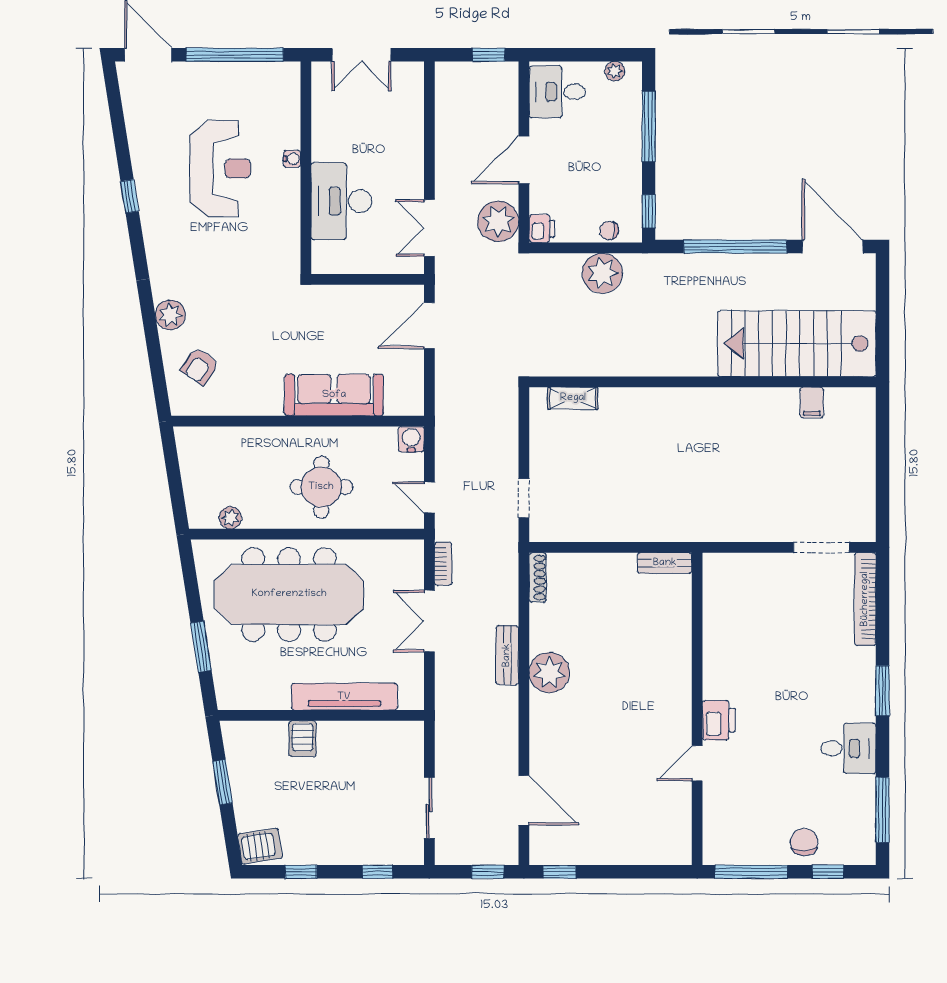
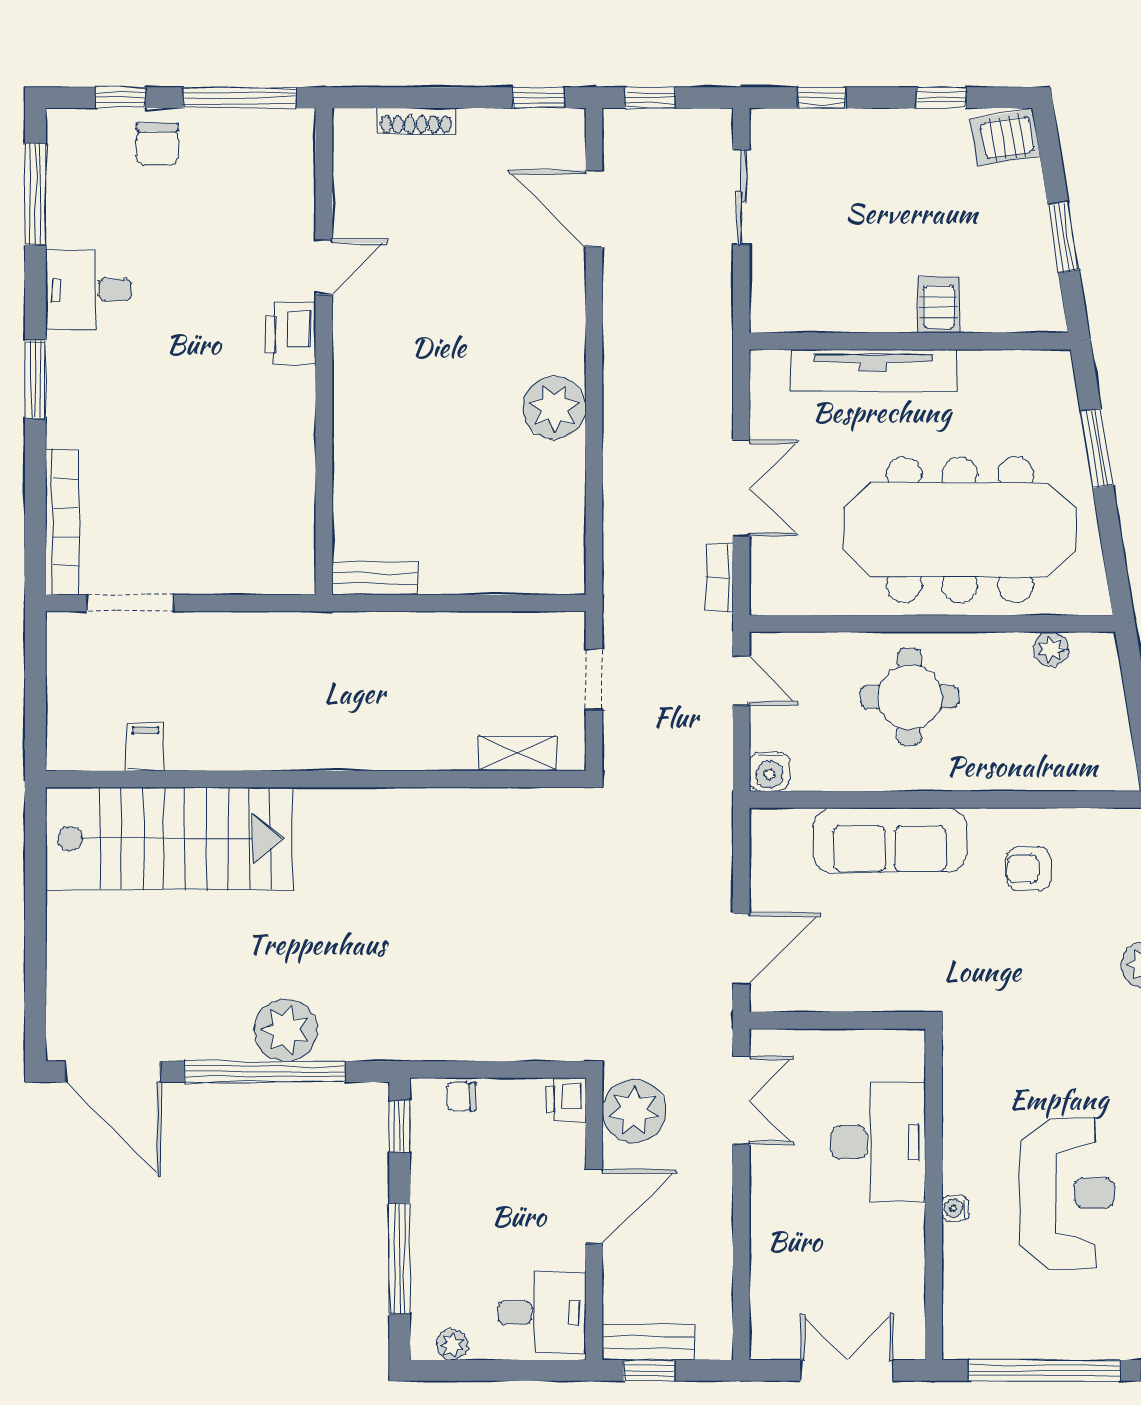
reception desk: (220, 169) -> (1067, 1193), turned 180
chair: (609, 231) -> (461, 1097), turned 180
plant: (602, 273) -> (286, 1030), moved
stairs: (797, 344) -> (169, 838), moved
armchair: (200, 366) -> (1028, 869), moved, turned -124
wall: (702, 382) -> (316, 779), moved
shelving: (573, 398) -> (518, 753), moved
filing cabinet: (812, 402) -> (145, 747), moved
shoe rack: (538, 578) -> (416, 121), moved, turned -90
bench: (507, 655) -> (648, 1342), moved, turned 90

